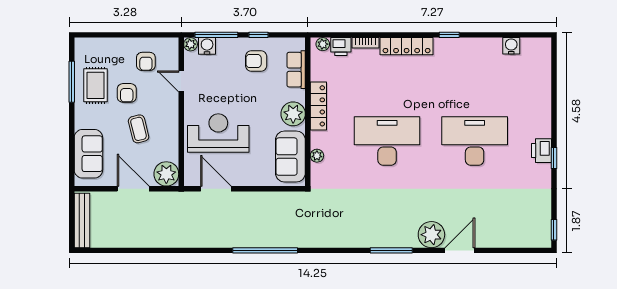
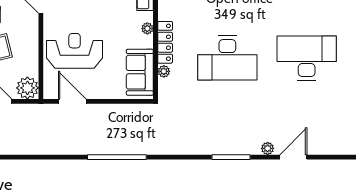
locker: (318, 106) -> (165, 42), moved
plant: (293, 114) -> (147, 28), width x0.53, depth x0.53
desk: (387, 141) -> (227, 58), turned 180
plant: (431, 235) -> (268, 148), width x0.53, depth x0.53

